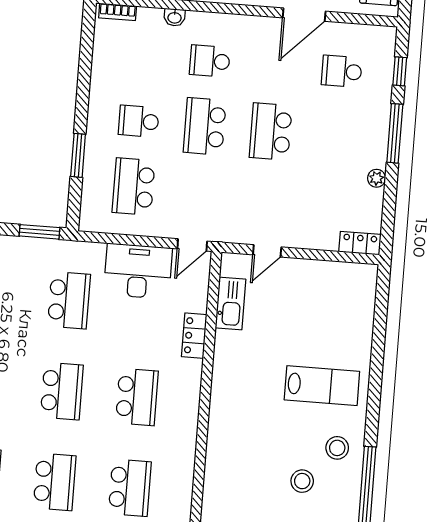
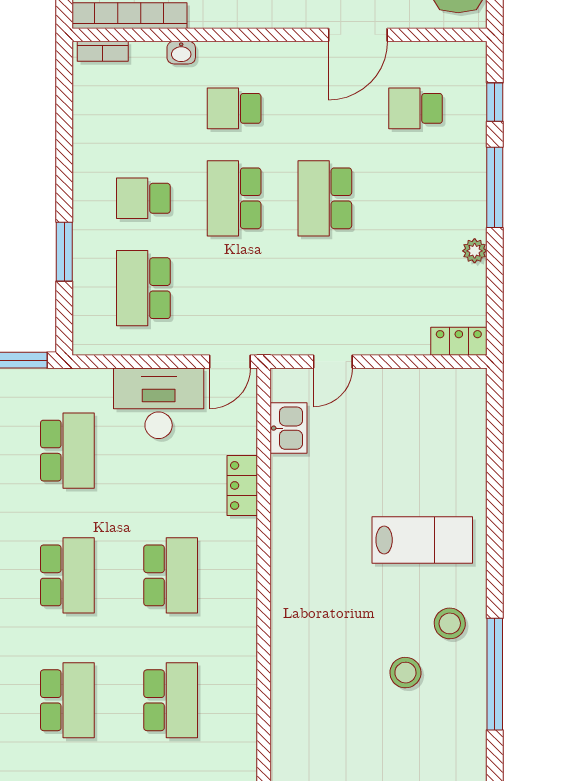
kitchen sink: (230, 303) -> (288, 428), width x0.73

